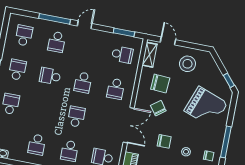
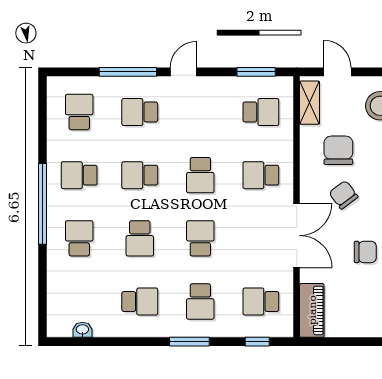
school desk: (57, 42) -> (140, 112), turned 90
school desk: (17, 70) -> (79, 175), turned -90
chair: (160, 84) -> (338, 150), turned -93
school desk: (116, 89) -> (261, 175), turned 90
school desk: (43, 110) -> (140, 238), added
school desk: (37, 144) -> (140, 301), turned -90

